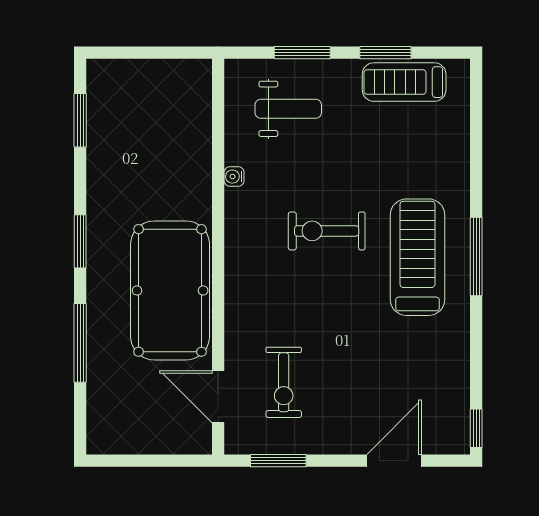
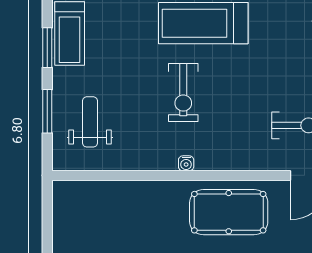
water cooler: (234, 177) -> (186, 163), moved
pool table: (170, 290) -> (229, 212), width x0.73, depth x0.76

